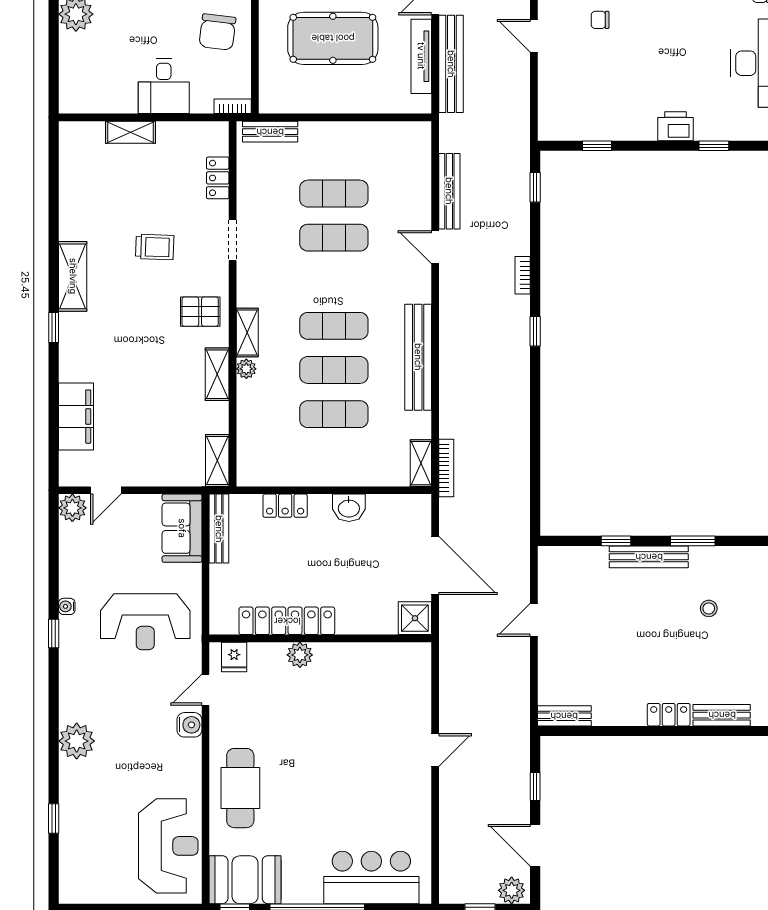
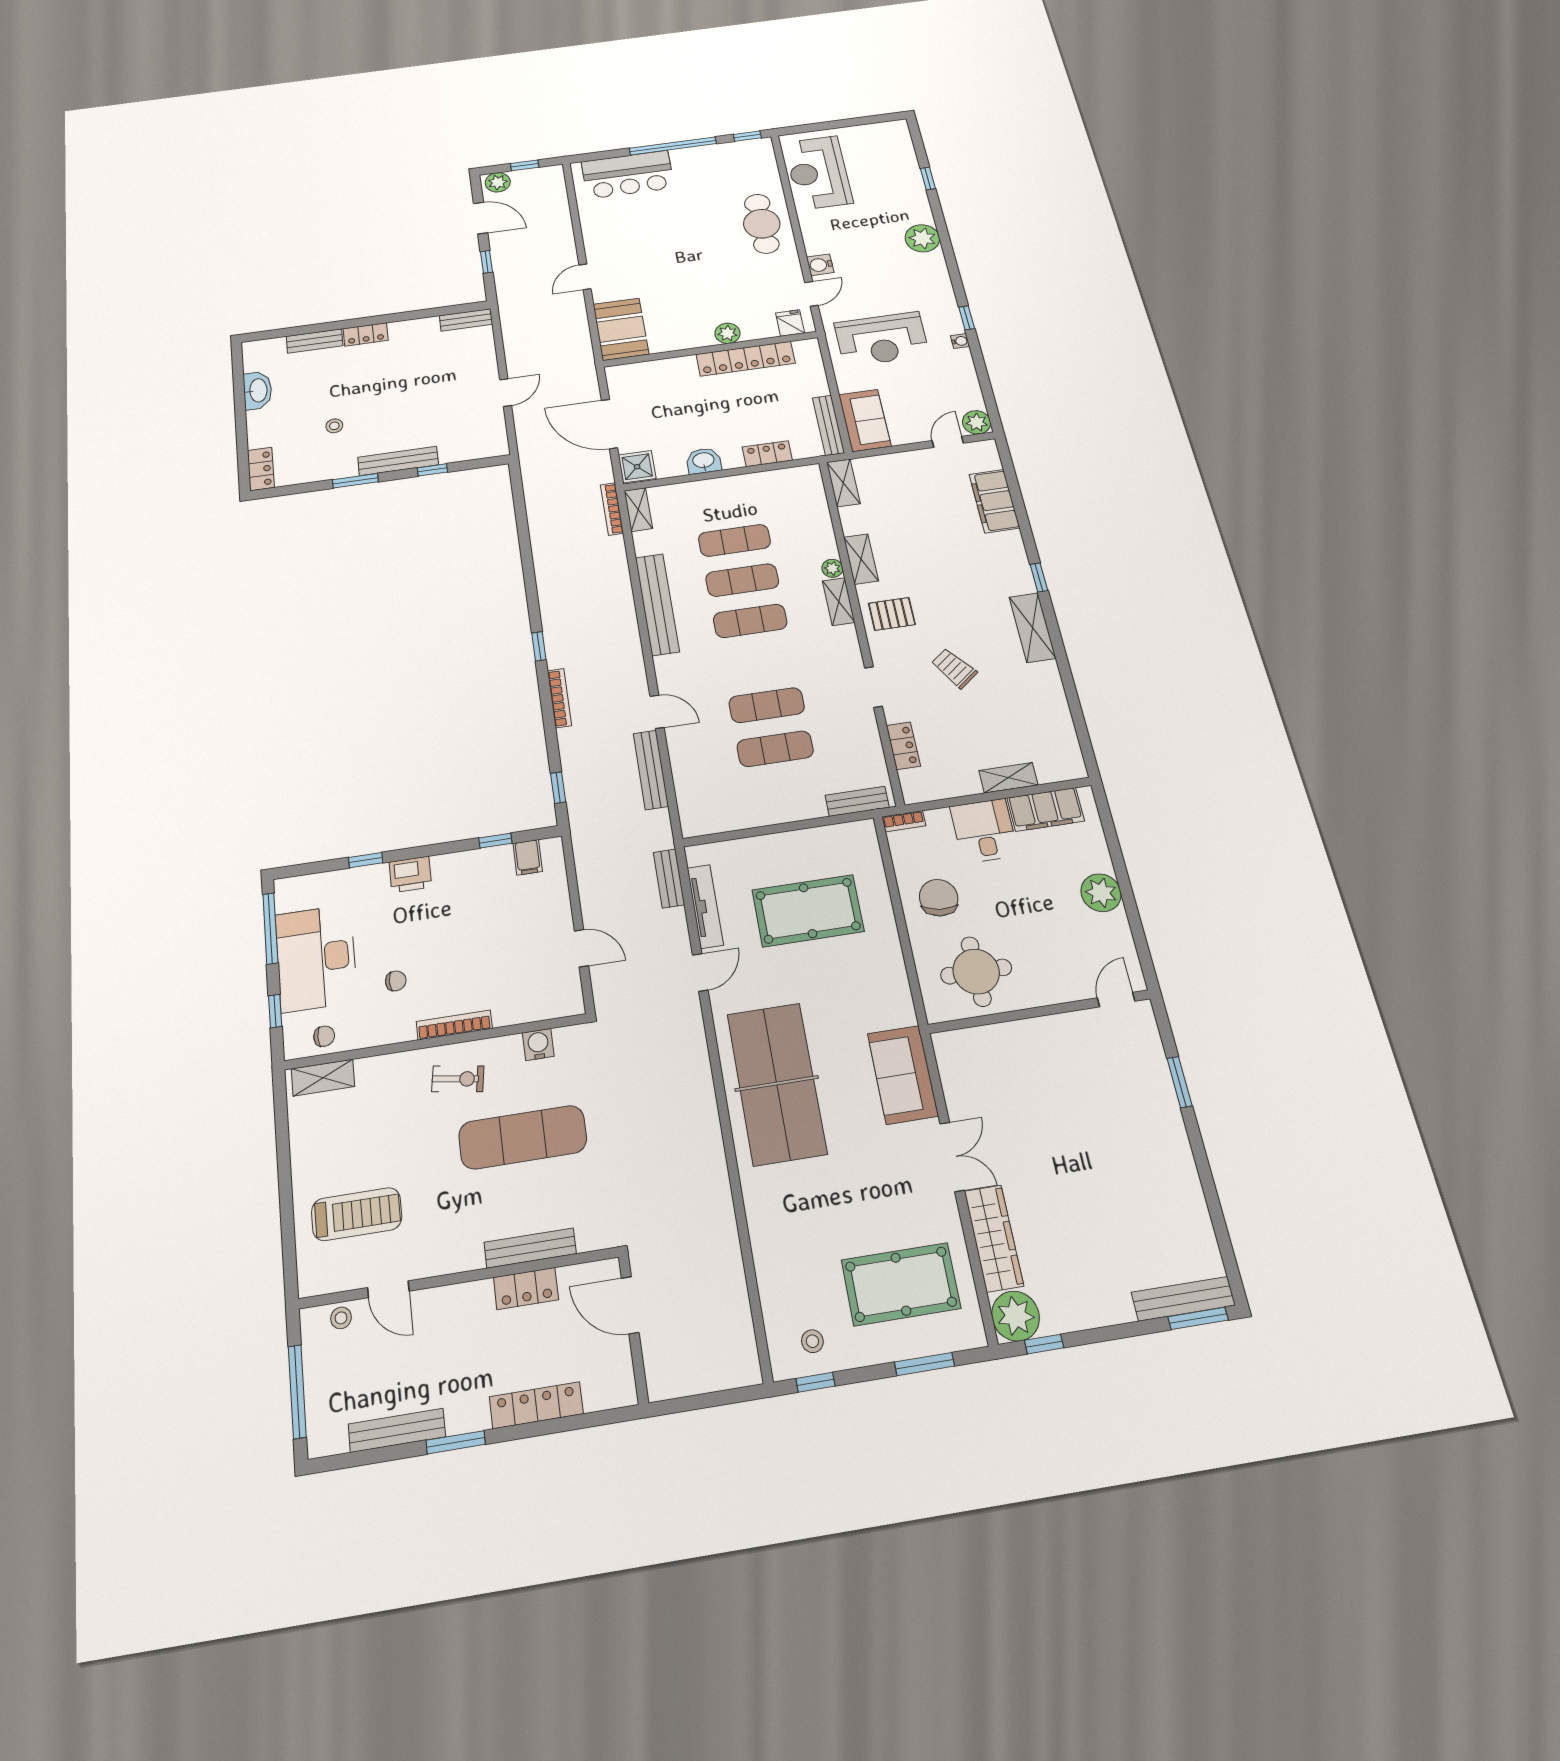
chair: (600, 20) -> (396, 981), moved
bench: (451, 64) -> (669, 878), width x0.54, depth x0.82
filing cabinet: (105, 97) -> (1046, 809), added
filing cabinet: (570, 126) -> (528, 857), added
trolley: (155, 247) -> (954, 668), turned 51
bookcase: (523, 275) -> (560, 698), width x1.56
shower: (415, 618) -> (637, 467), moved
reception desk: (145, 622) -> (882, 339), turned 180
booth: (245, 880) -> (621, 329), moved, turned 90

